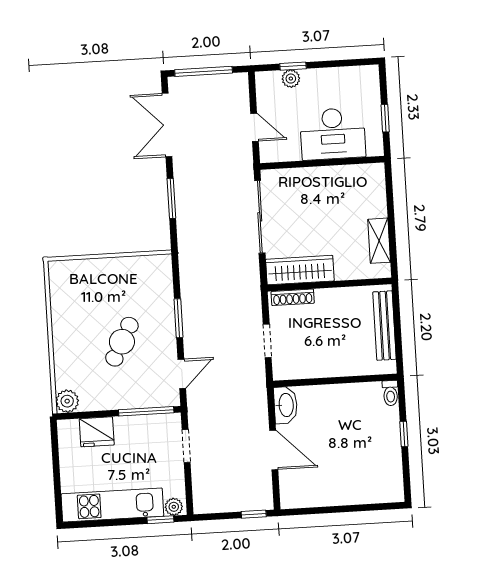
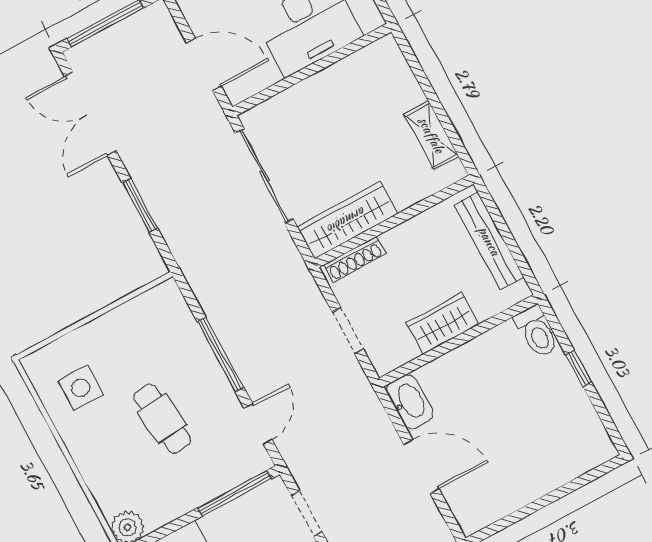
door: (255, 127) -> (204, 64), width x1.38
side table: (79, 298) -> (81, 388), added
window: (178, 318) -> (221, 355), width x1.44
cafe table: (122, 342) -> (162, 418), turned -34
wardrobe: (330, 365) -> (442, 323), added
toilet: (390, 393) -> (537, 332), width x1.37, depth x1.39

